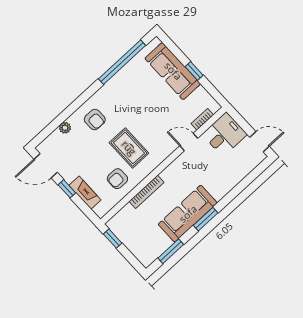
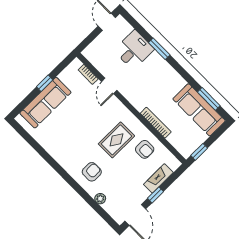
window: (122, 62) -> (39, 149), removed
desk: (225, 134) -> (134, 50), moved, turned 90
sofa: (188, 214) -> (199, 110), moved
window: (206, 219) -> (159, 49), moved

